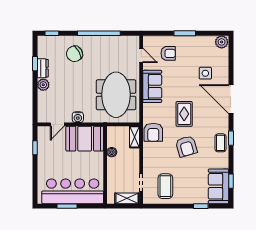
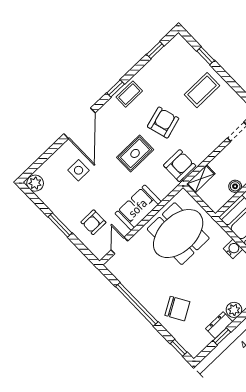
armchair: (168, 53) -> (93, 222), turned -90
coffee table: (165, 186) -> (202, 90), moved
sofa: (219, 186) -> (171, 57), removed

